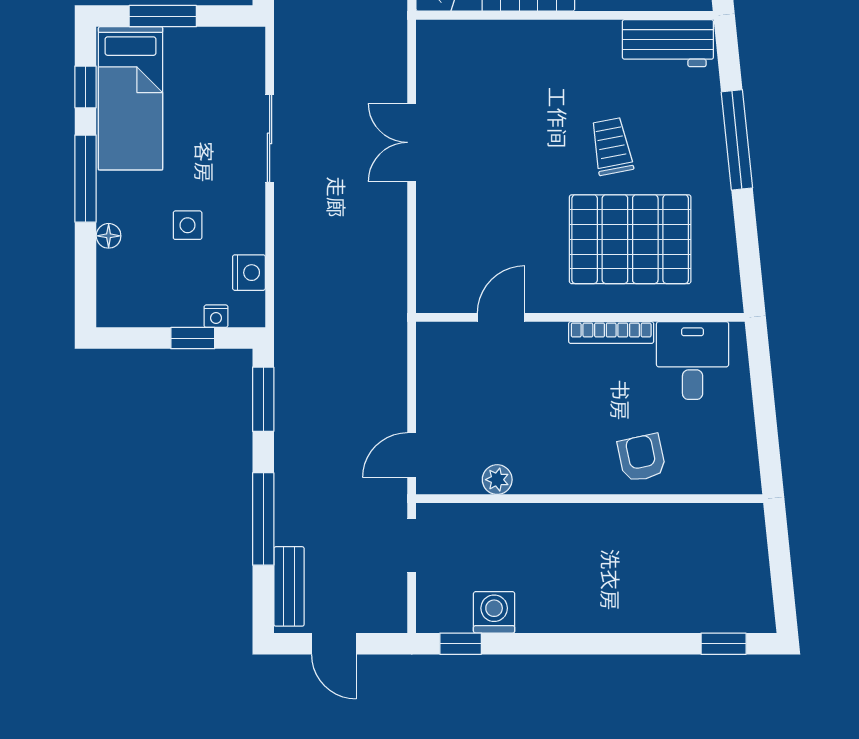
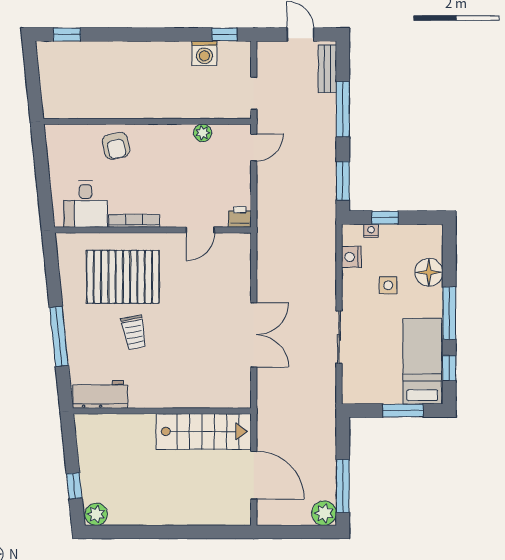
double door: (412, 142) -> (254, 335), width x1.37
floor lamp: (109, 236) -> (429, 272), width x1.89, depth x1.89
printer: (435, 339) -> (240, 217), added

